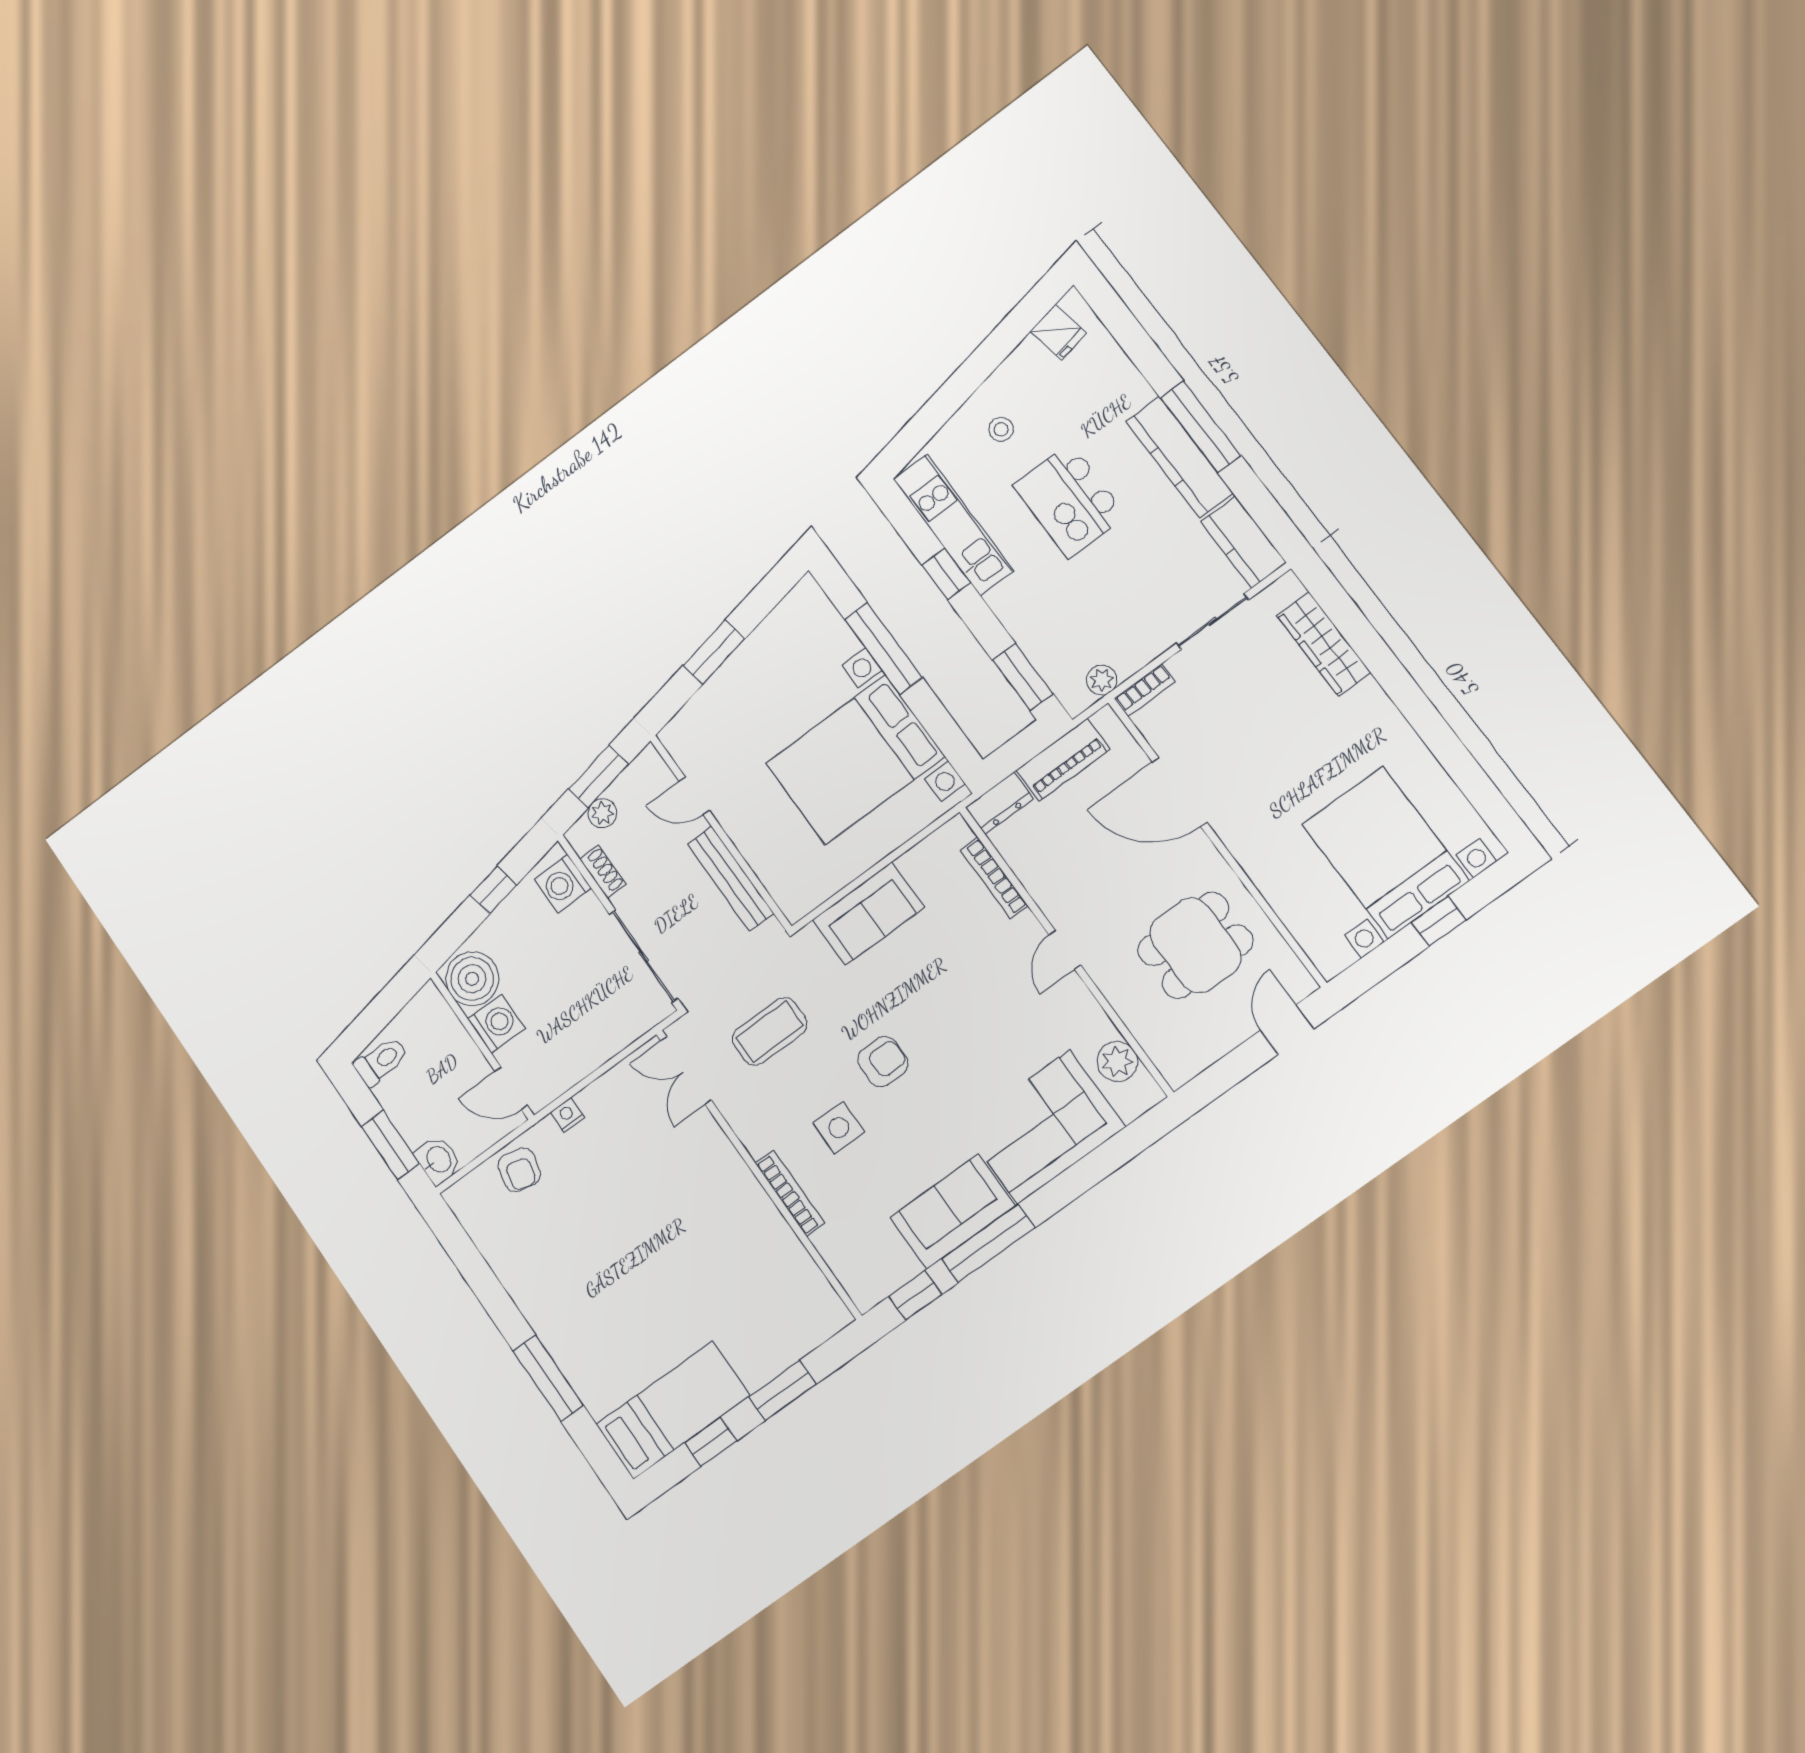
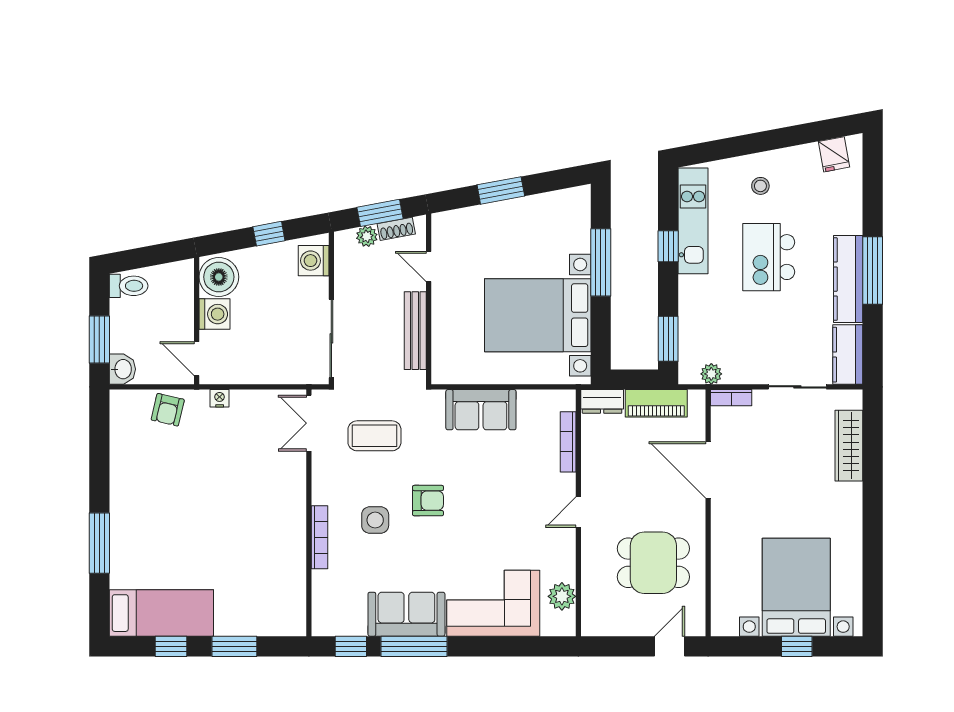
shoe rack: (603, 872) -> (396, 229), moved, turned 79

